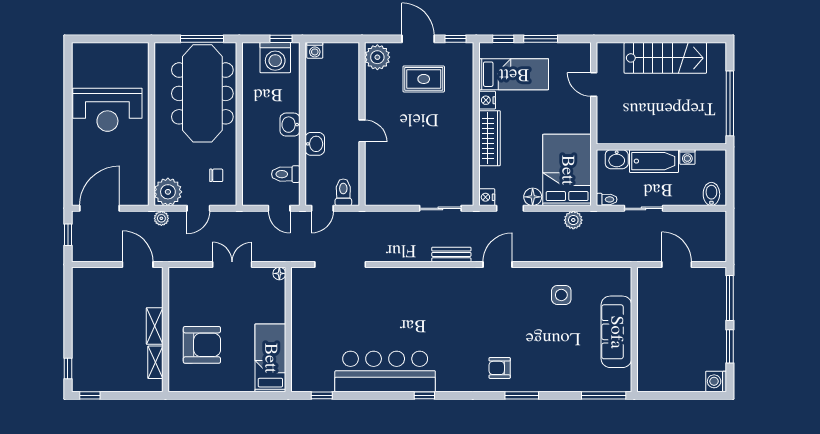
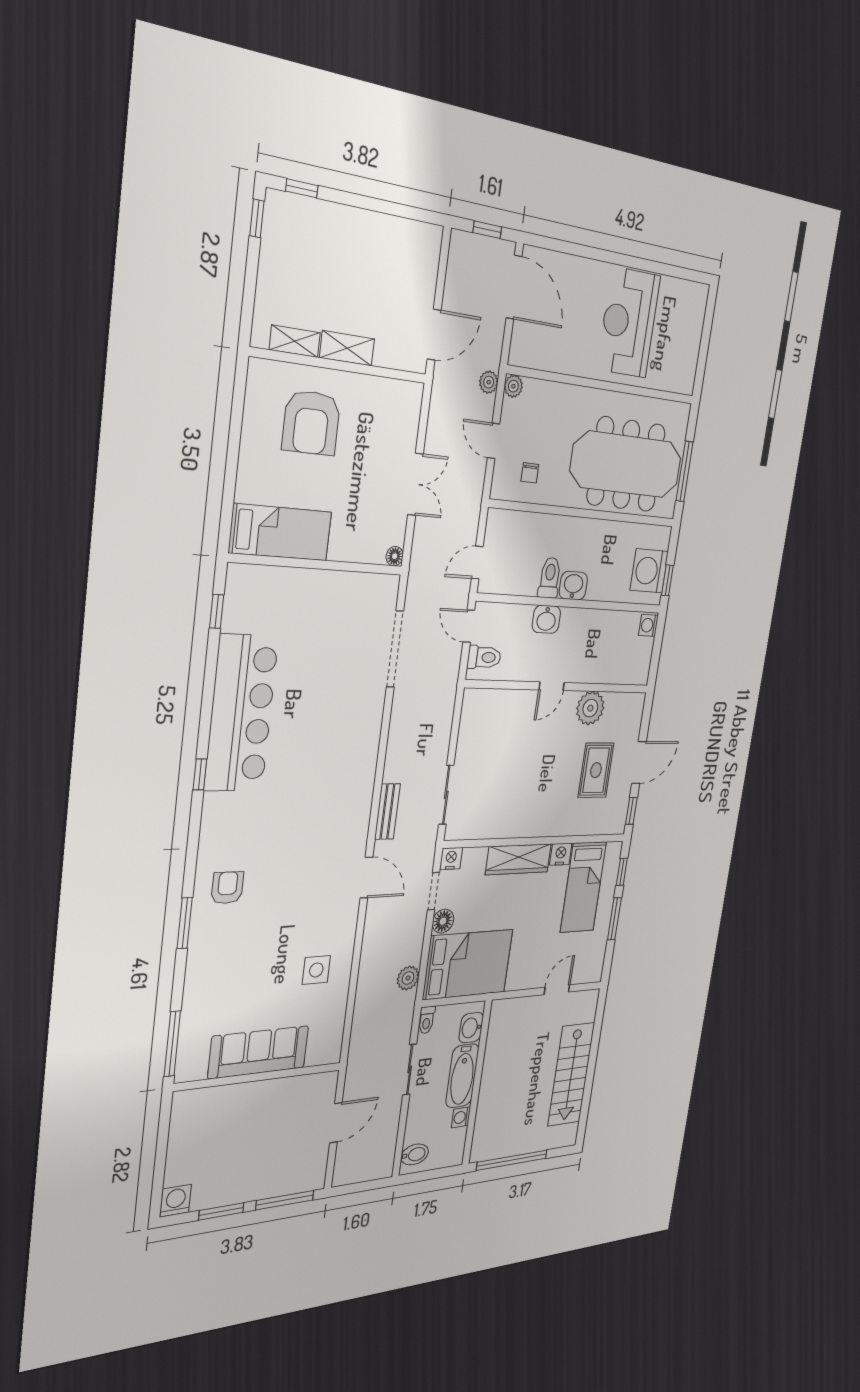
plant: (377, 57) -> (590, 708), moved
toilet: (286, 174) -> (550, 578), moved
plant: (168, 192) -> (513, 386), width x0.53, depth x0.53

